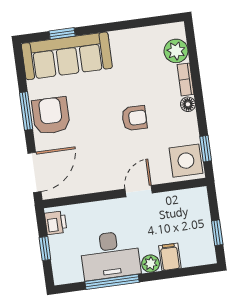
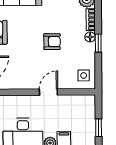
window: (206, 149) -> (98, 43), moved
side table: (186, 161) -> (84, 75), width x0.54, depth x0.54

